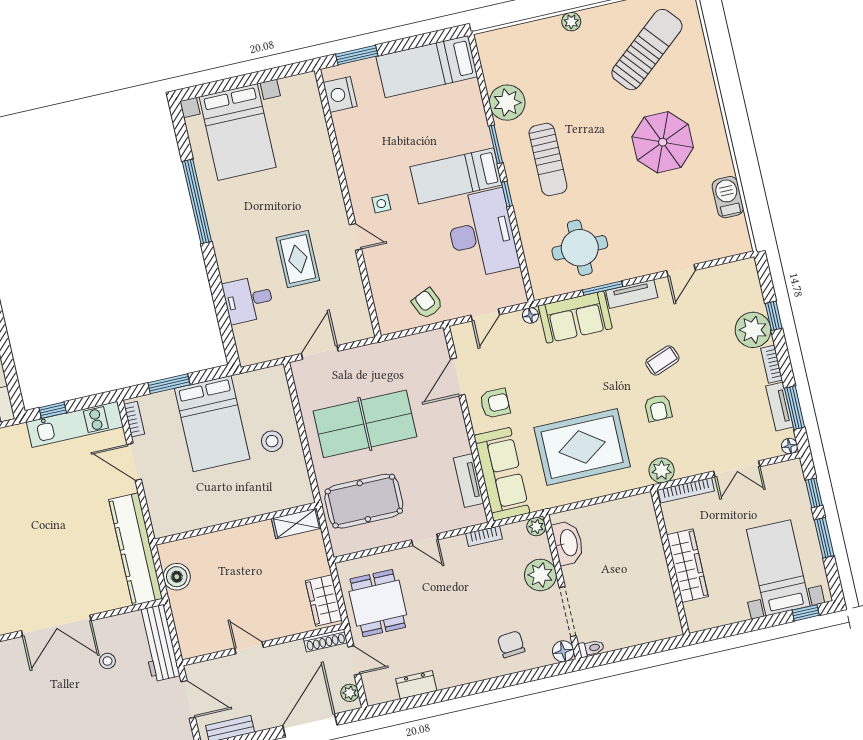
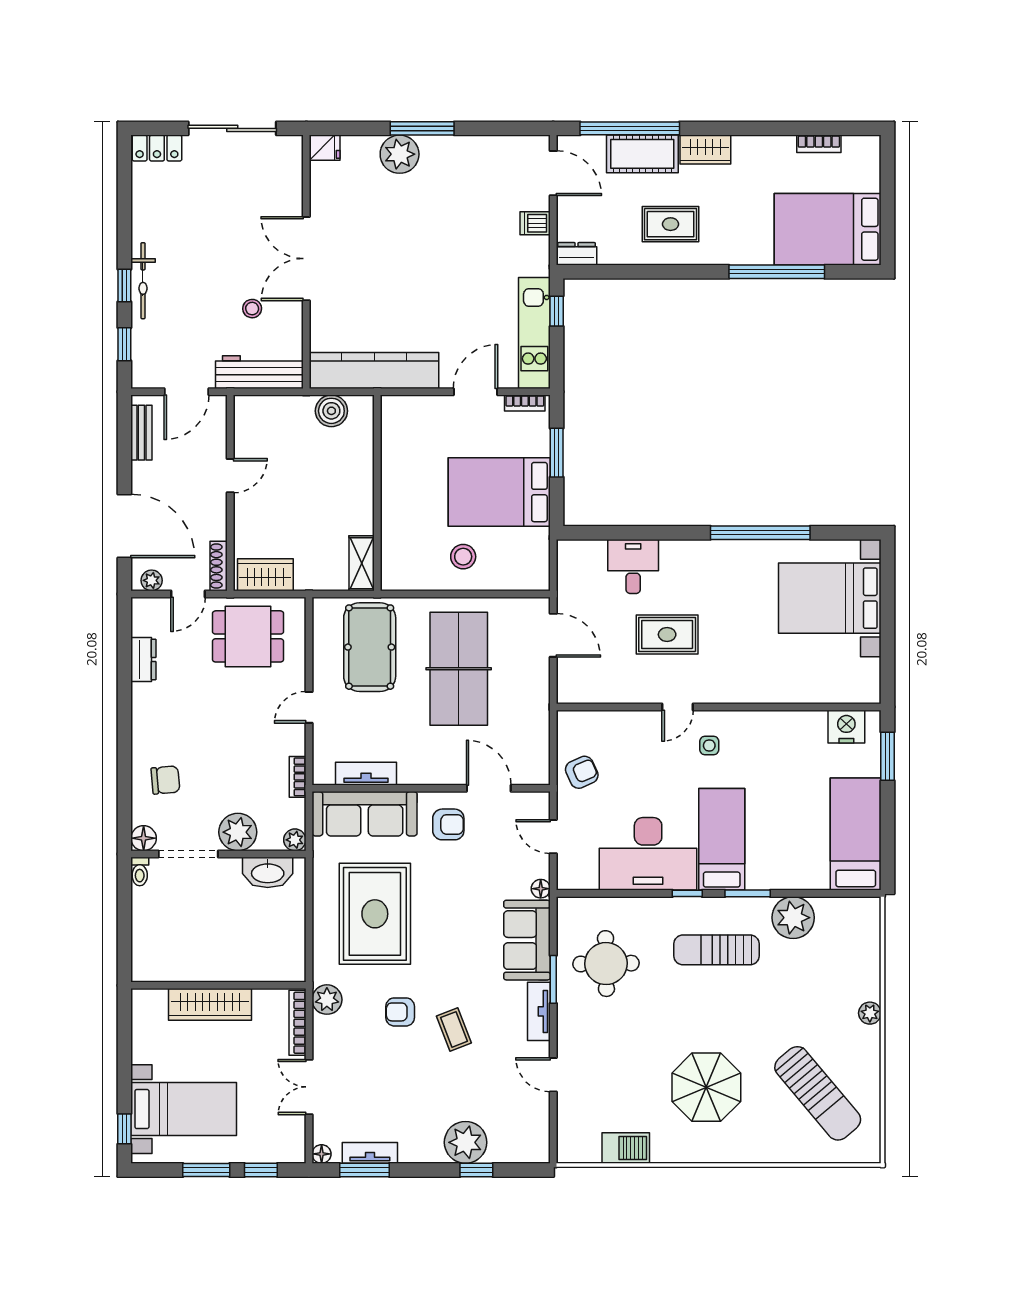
bookcase: (772, 364) -> (421, 1155), removed
armchair: (495, 403) -> (448, 824), turned -90

